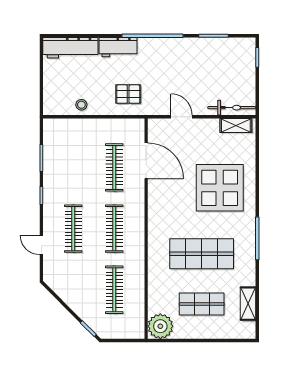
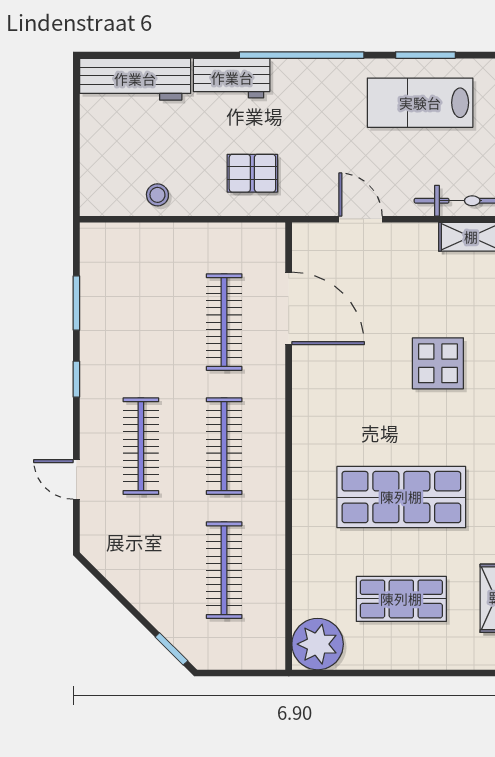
lab bench: (211, 59) -> (420, 103), added
display table: (220, 188) -> (438, 363), width x0.54, depth x0.54

